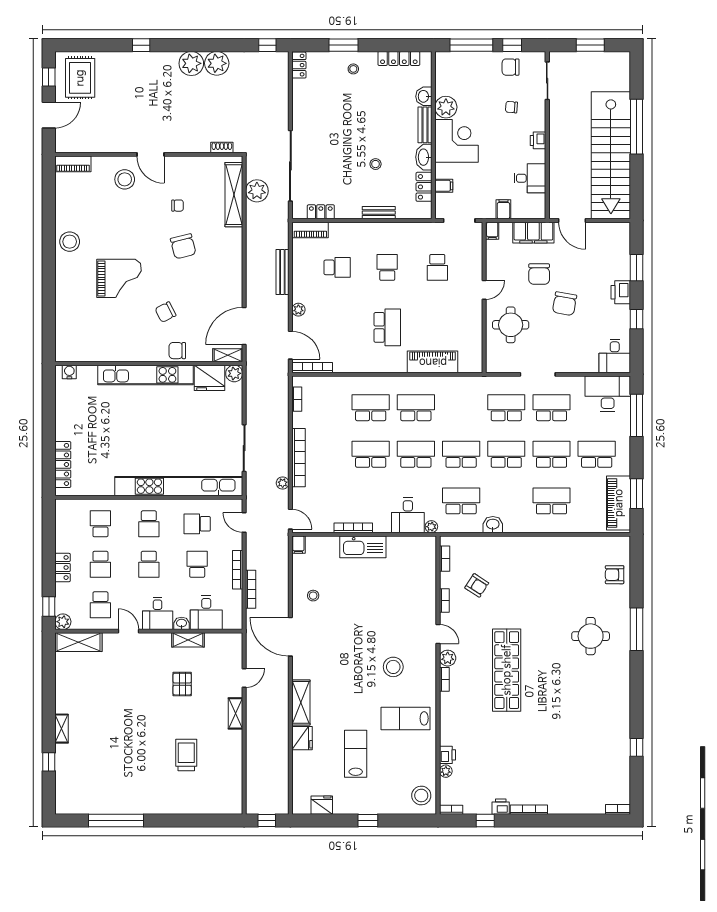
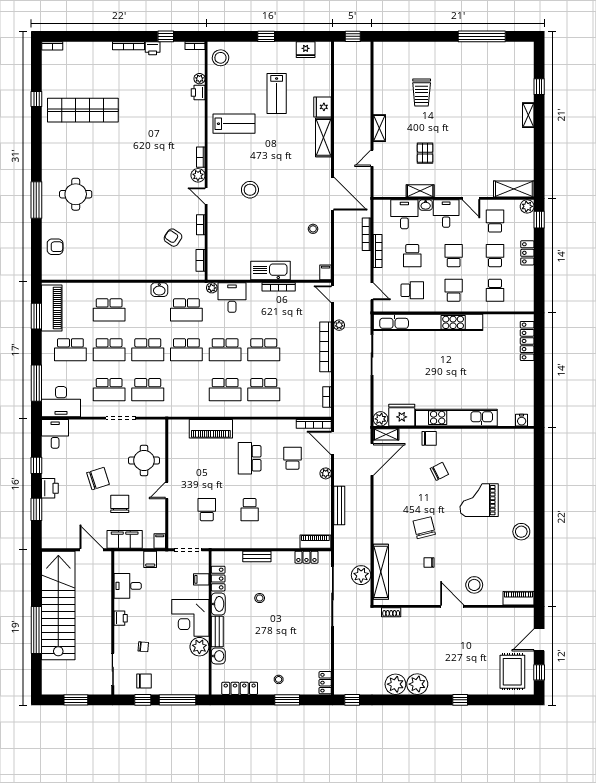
school desk: (337, 267) -> (292, 458), moved, turned 90
chair: (564, 304) -> (98, 479), turned 62
stool: (393, 667) -> (250, 190), moved
shop shelf: (507, 670) -> (83, 110), moved, turned 90

